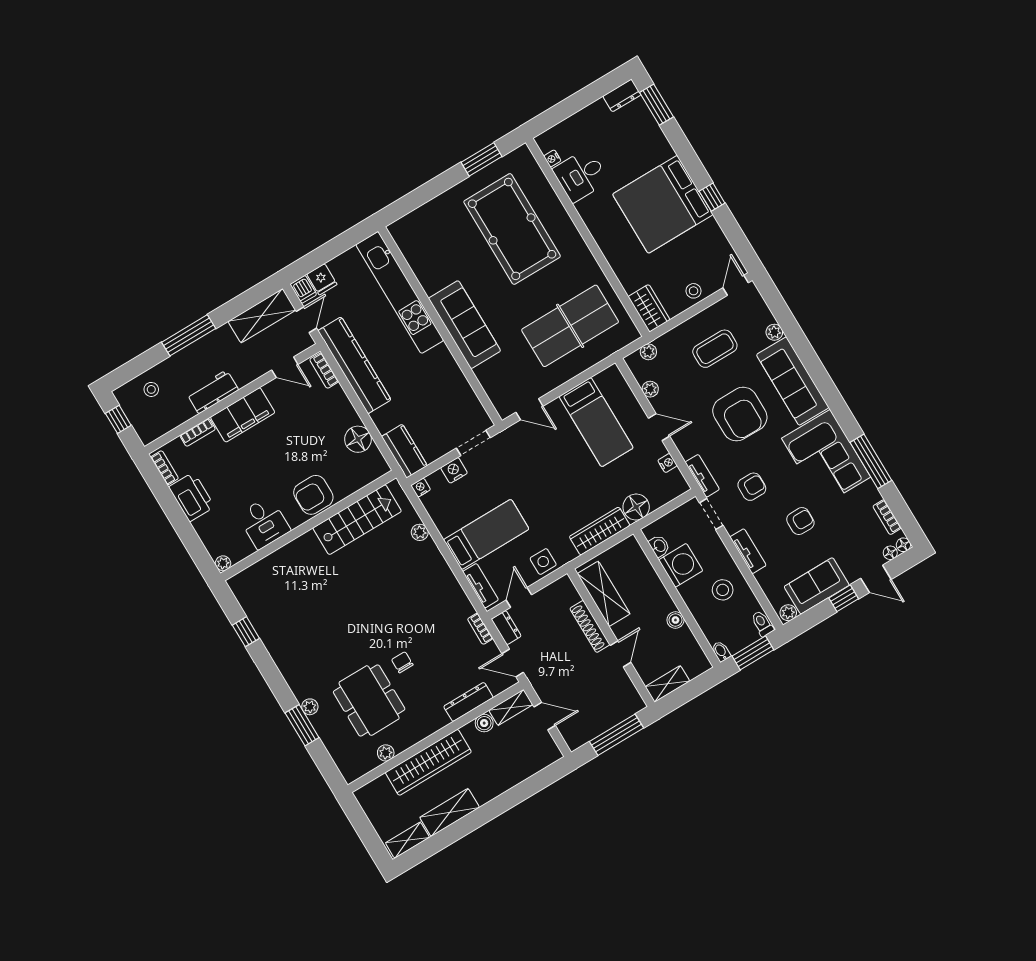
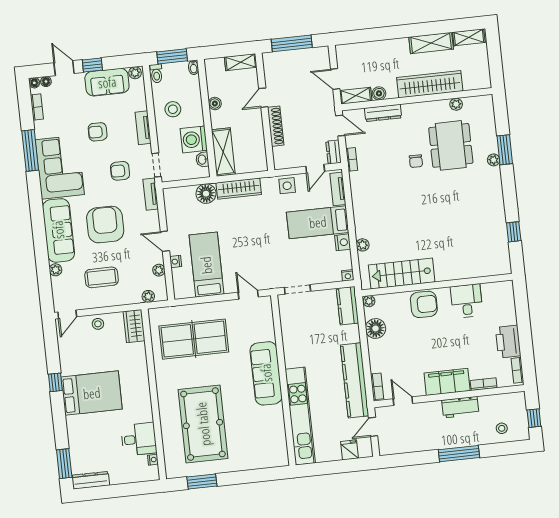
dresser: (622, 95) -> (91, 480), width x1.44
bed: (663, 204) -> (92, 393), width x0.73
dishwasher: (303, 289) -> (366, 449), removed
shelving: (262, 316) -> (402, 444), removed
nightstand: (667, 463) -> (176, 262), moved
nightstand: (454, 470) -> (343, 242), moved, turned -90
plant: (223, 563) -> (369, 301), moved
shelving: (604, 594) -> (223, 152), moved

